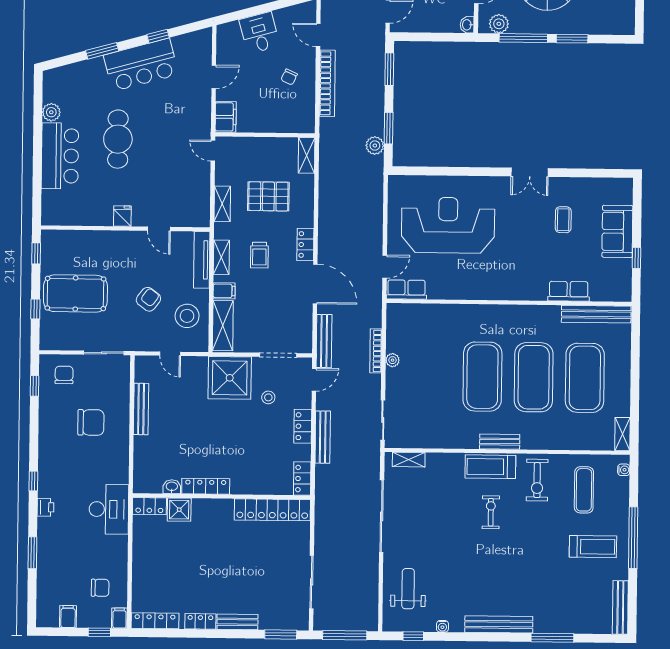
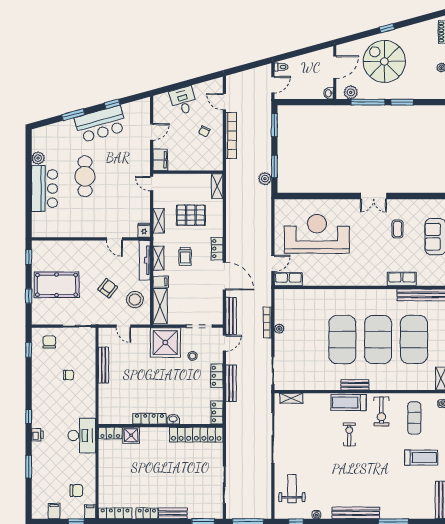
fridge: (122, 216) -> (144, 230), moved
chair: (91, 422) -> (68, 375), width x0.54, depth x0.54
washbasin: (172, 487) -> (173, 419), moved

